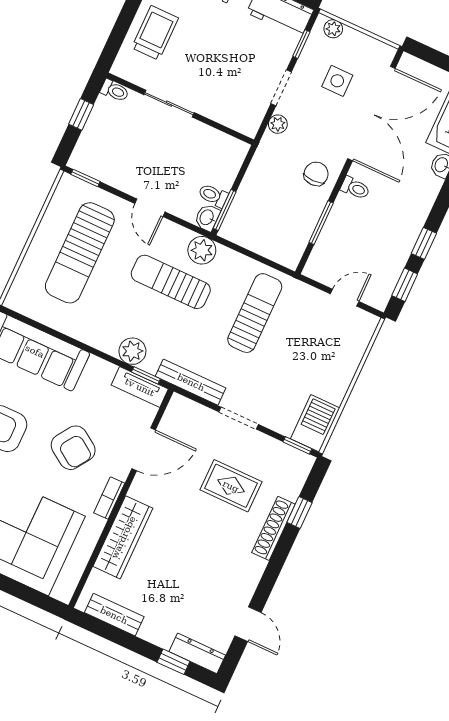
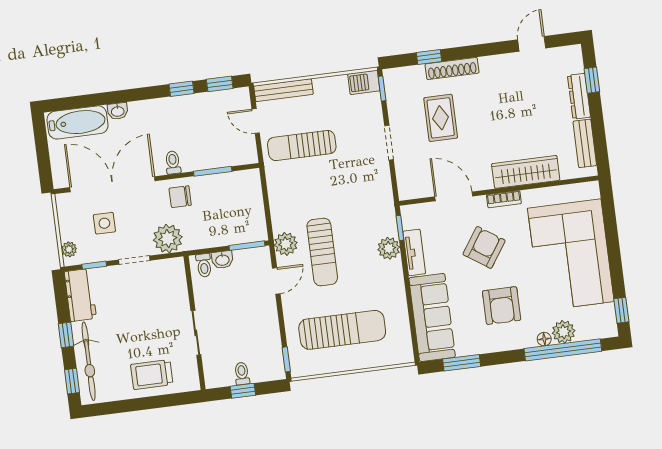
toilet: (115, 91) -> (242, 374), moved
plant: (278, 124) -> (168, 239), width x1.87, depth x1.87
toilet: (213, 195) -> (204, 265), moved
door: (150, 208) -> (276, 281), moved
washbasin: (207, 218) -> (222, 260), moved
sun lounger: (255, 313) -> (302, 146), moved
bench: (191, 382) -> (284, 90), moved, turned 90
tv unit: (140, 387) -> (414, 252), moved
barbecue: (315, 423) -> (364, 82), width x0.73, depth x0.79
dresser: (197, 653) -> (579, 96), moved

